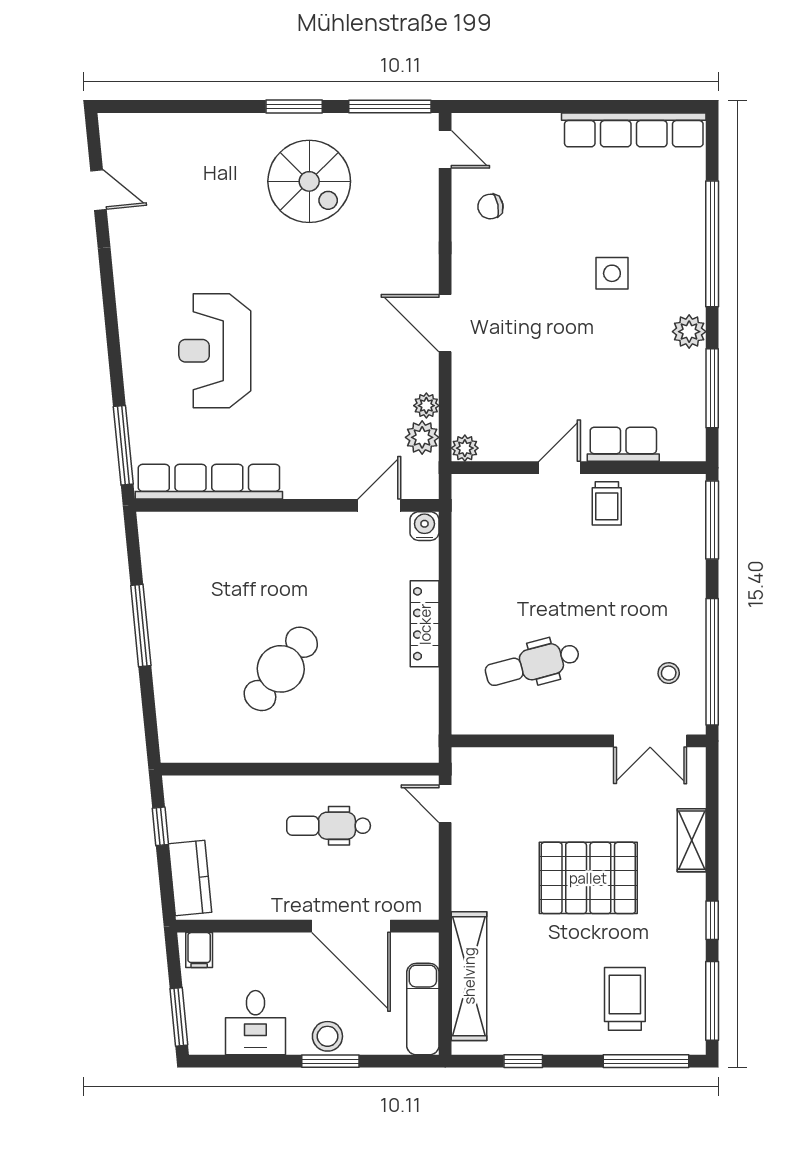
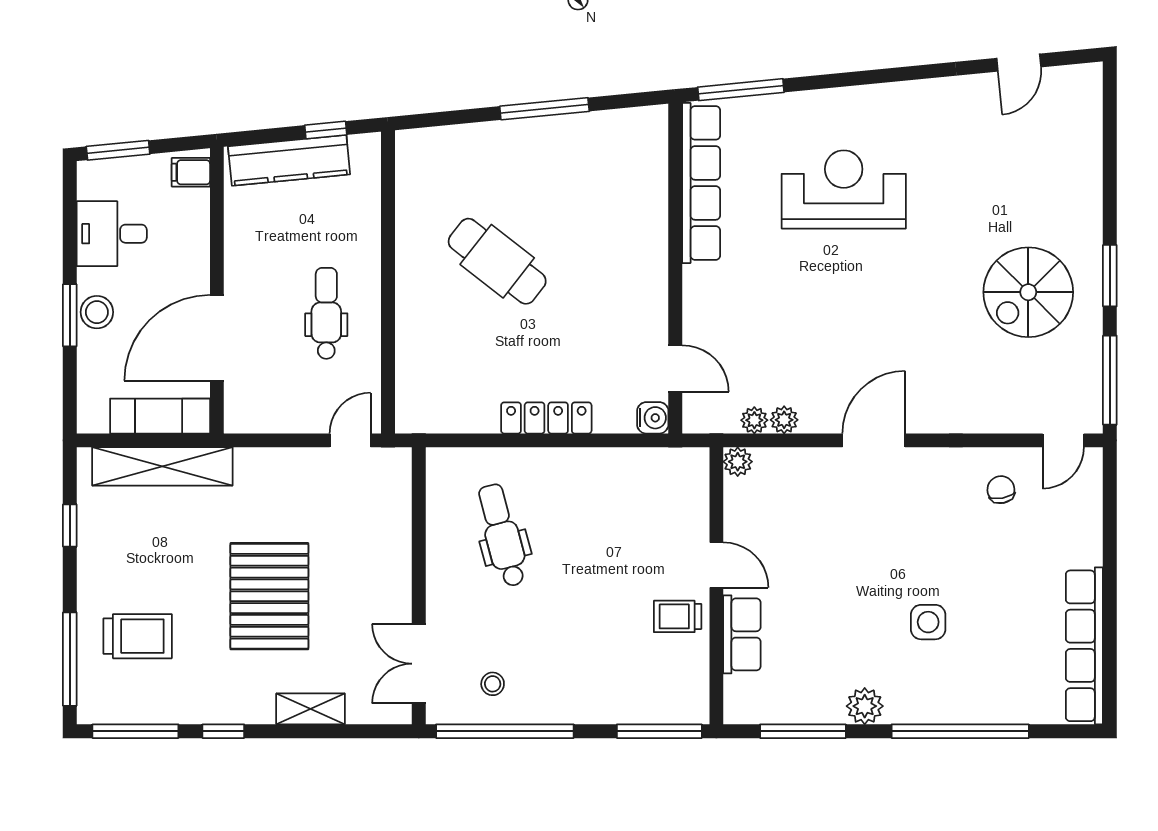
plant: (422, 437) -> (754, 420), width x0.73, depth x0.73
kitchen counter: (190, 878) -> (289, 160), width x1.50
exam couch: (423, 1009) -> (160, 416), moved

